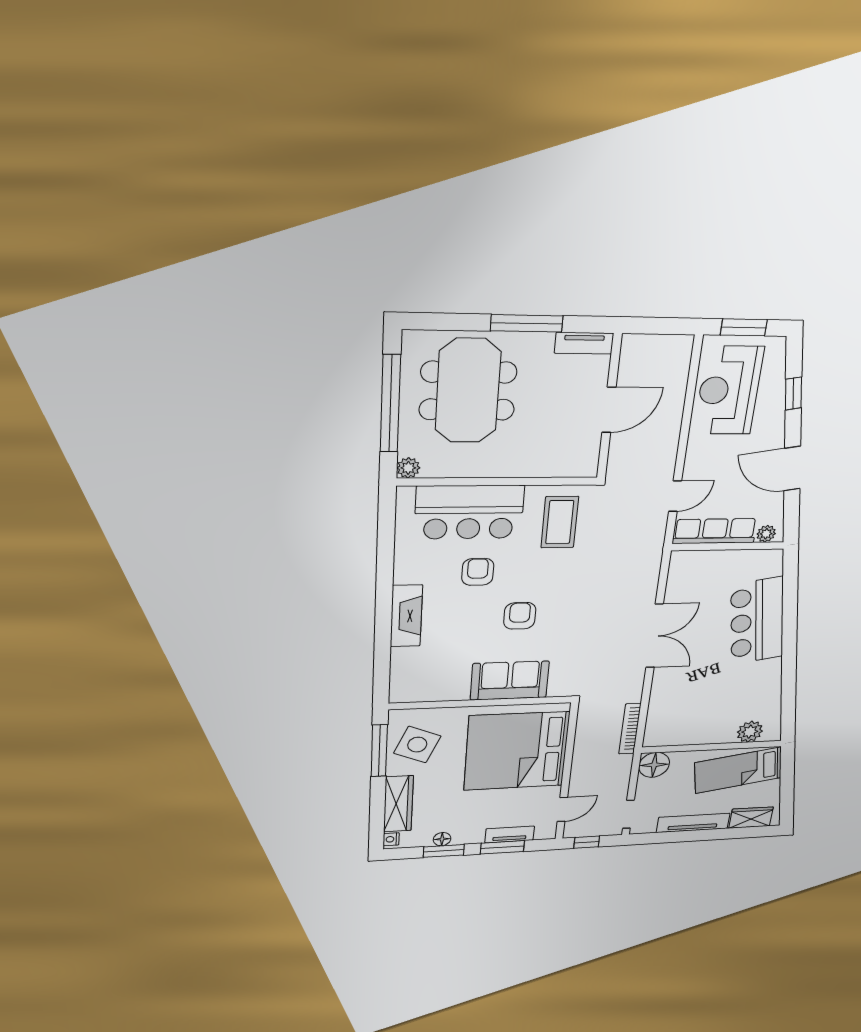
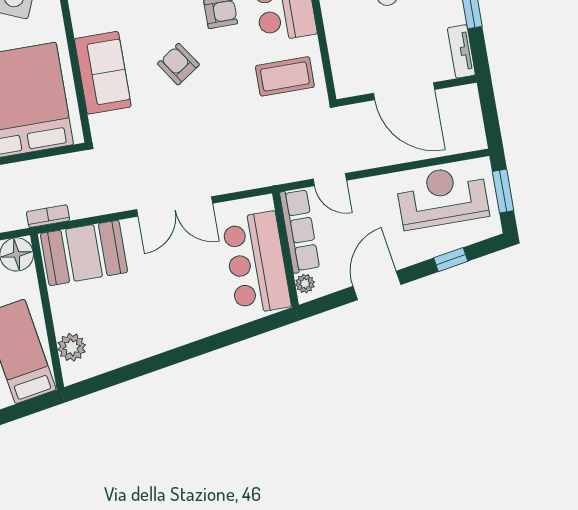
door: (609, 410) -> (404, 91), width x1.36
armchair: (520, 616) -> (178, 64), turned -124
bar counter: (757, 621) -> (256, 263), moved, turned -81
booth: (671, 714) -> (84, 253), added
bookcase: (630, 729) -> (48, 216), width x0.64

